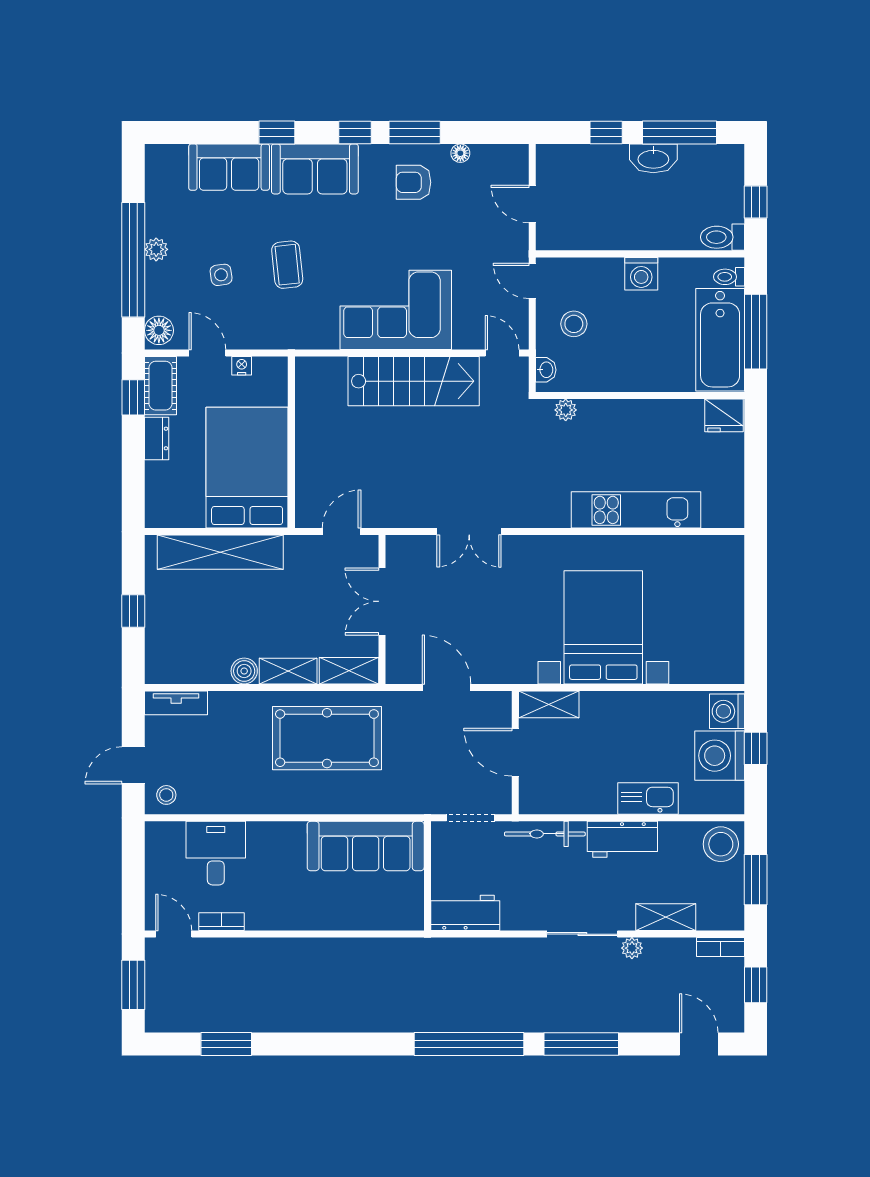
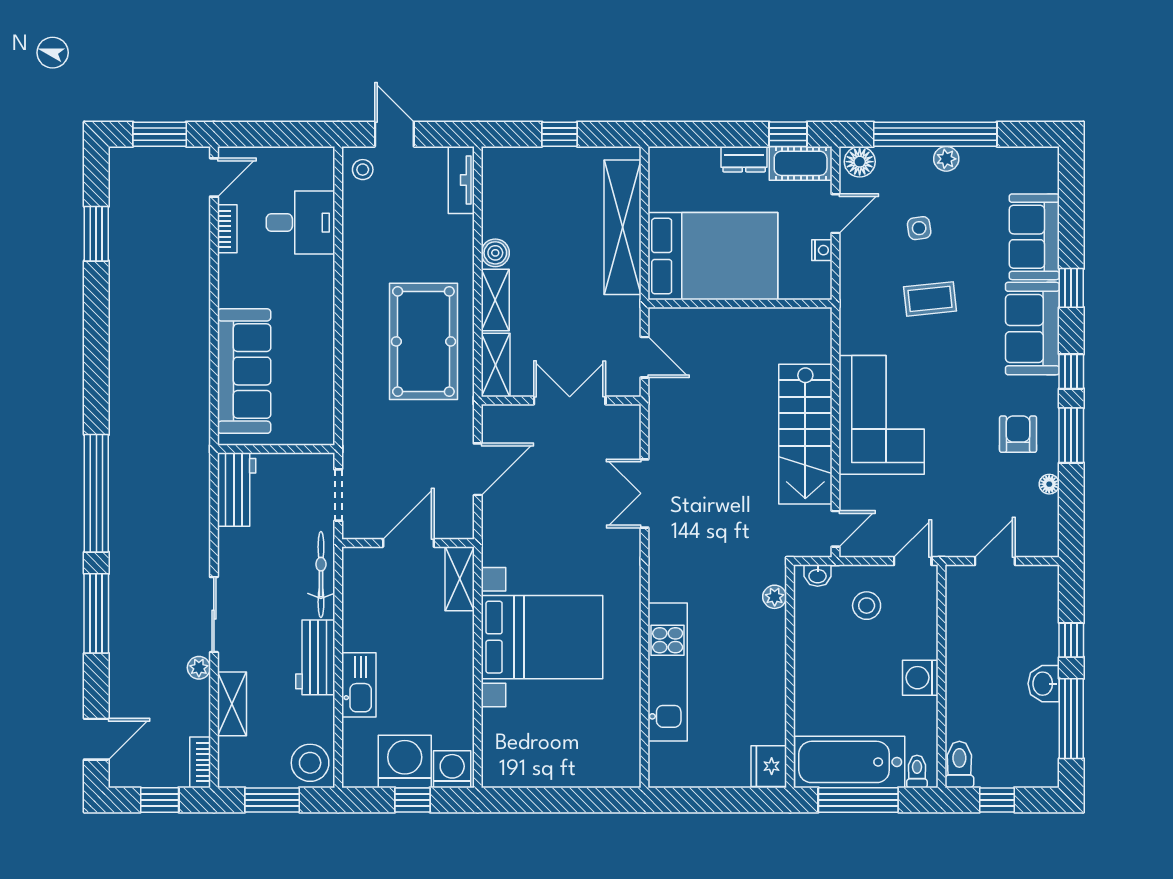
washbasin: (653, 158) -> (1044, 684), width x0.72
sofa: (366, 846) -> (244, 371), moved, turned 180

